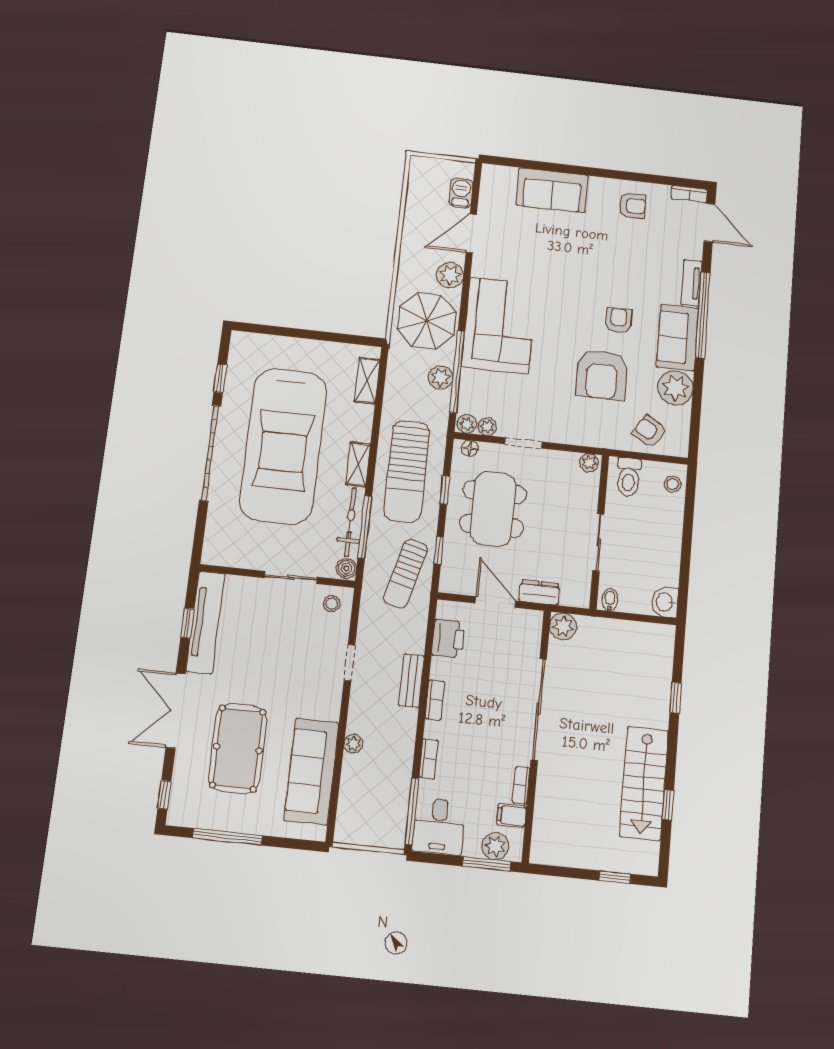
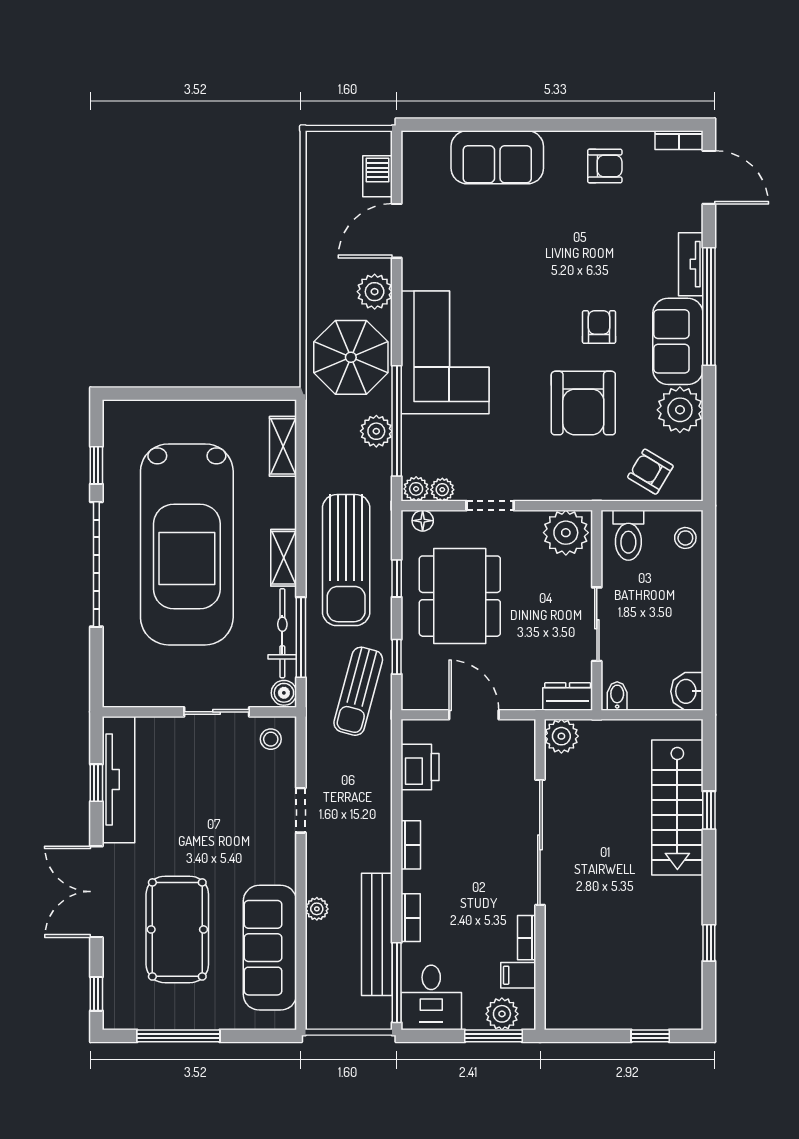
plant: (589, 463) -> (566, 533), width x1.88, depth x1.88
dresser: (539, 592) -> (568, 696), moved
bench: (411, 681) -> (377, 934), moved, width x1.86, depth x1.21
stairs: (644, 783) -> (677, 808), moved

